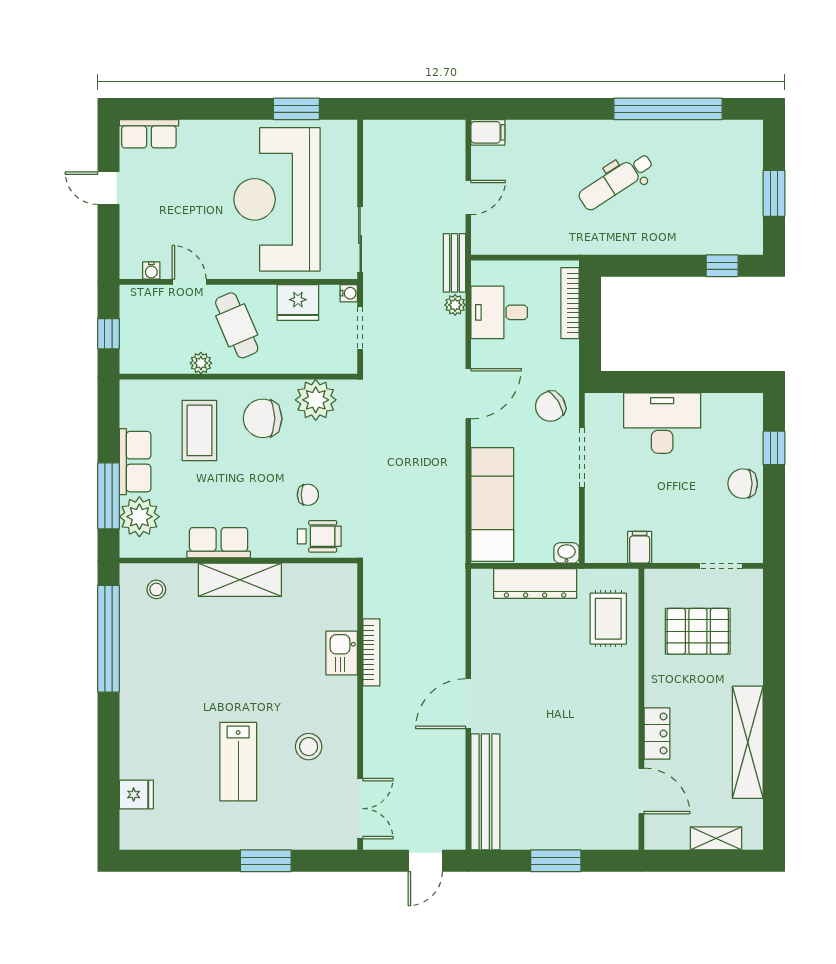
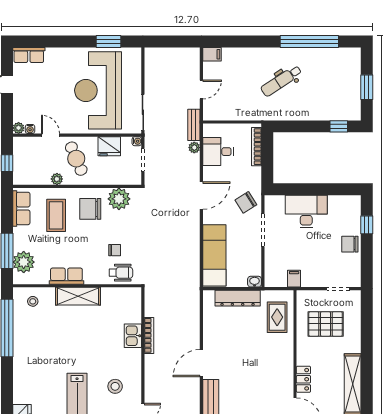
plant: (130, 269) -> (19, 128), added
row of seats: (135, 462) -> (21, 208), moved

